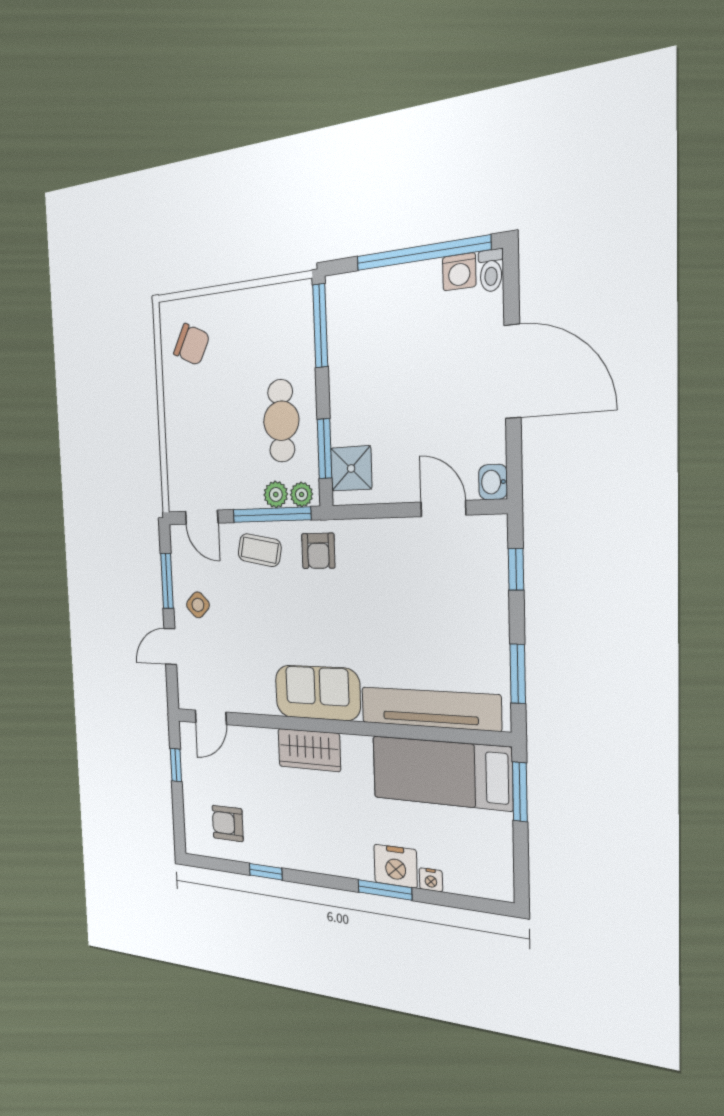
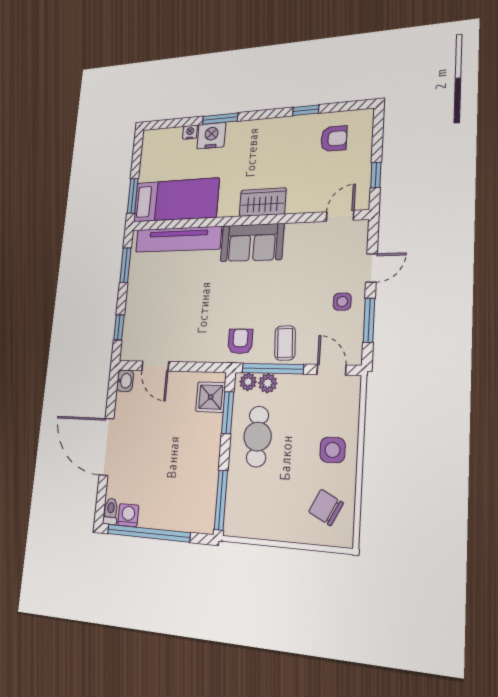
side table: (191, 417) -> (333, 450), added
coffee table: (260, 550) -> (285, 343), turned 76
side table: (198, 605) -> (342, 302), turned 45

